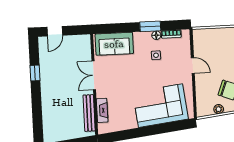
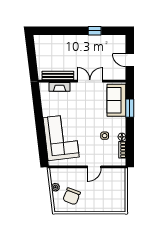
window: (150, 26) -> (130, 108), moved
door: (55, 31) -> (130, 60), moved

